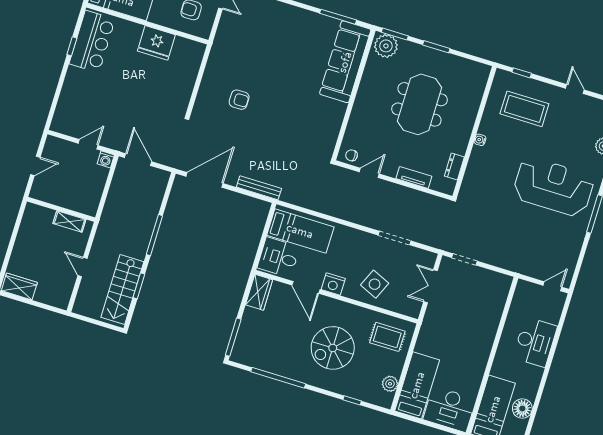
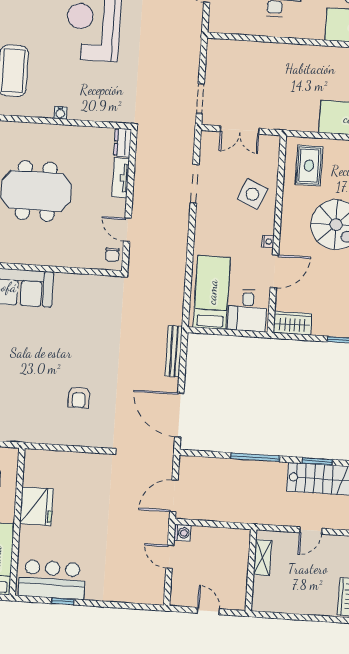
armchair: (239, 100) -> (79, 397), turned 180
dresser: (454, 167) -> (123, 143), moved, turned 90
nightstand: (333, 284) -> (268, 241), width x0.53, depth x0.56

